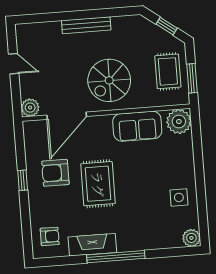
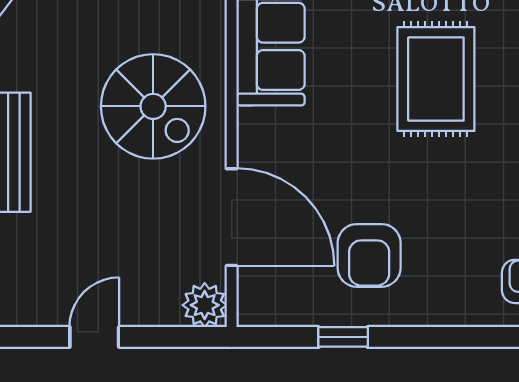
window: (23, 180) -> (343, 337), moved
rug: (98, 184) -> (436, 79), moved, turned 90

